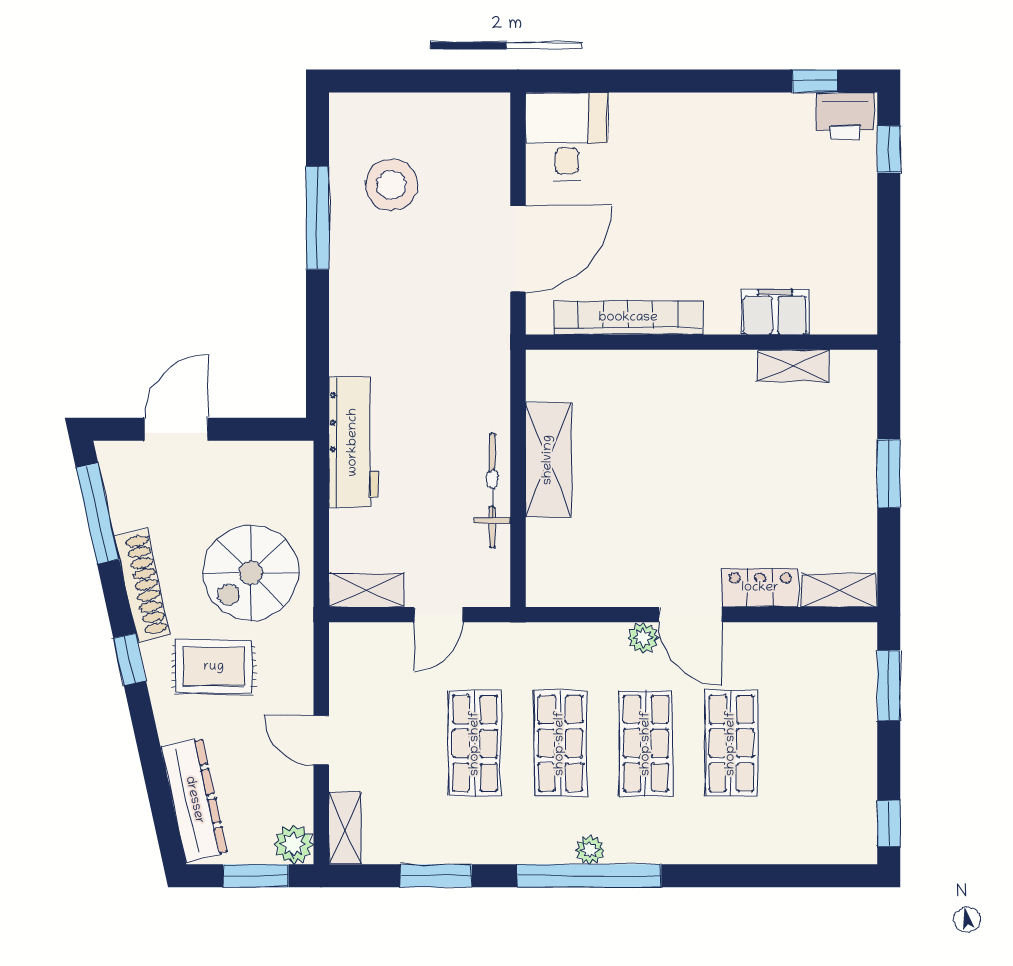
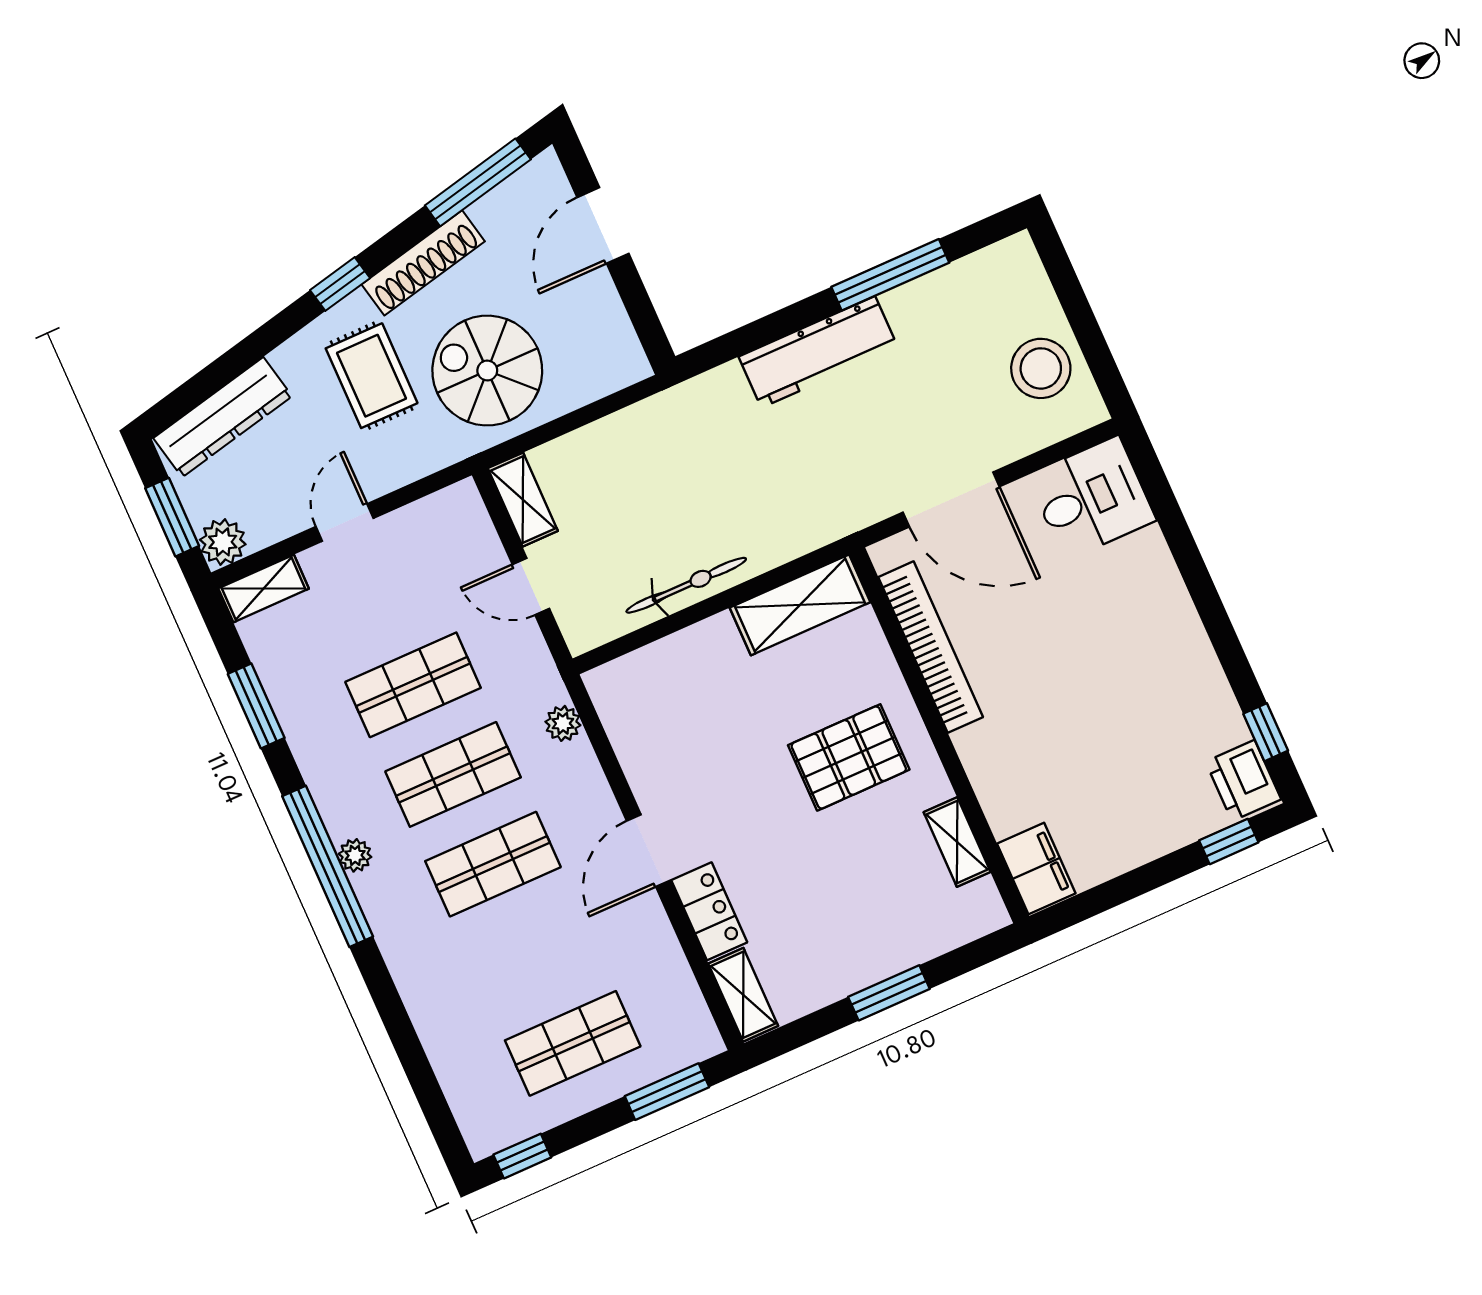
stool: (391, 185) -> (1041, 368), moved
filing cabinet: (775, 312) -> (1036, 868), moved
pallet: (687, 422) -> (849, 757), added
door: (176, 429) -> (603, 225), swing flipped
workbench: (353, 442) -> (818, 352), moved
shelving: (548, 460) -> (800, 605), moved
plant: (643, 638) -> (563, 723), moved
shop shelf: (731, 743) -> (573, 1043), moved

